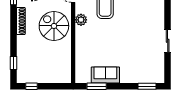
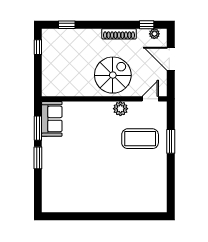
sliding door: (168, 41) -> (94, 216), removed
sofa: (105, 75) -> (52, 119), moved
window: (147, 86) -> (38, 158), moved

